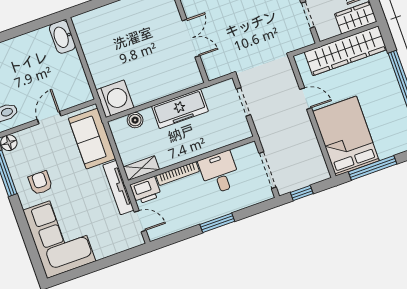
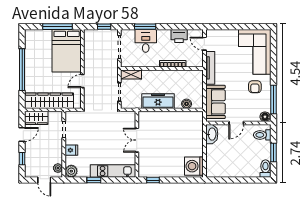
washbasin: (62, 37) -> (212, 134), moved
washing machine: (115, 99) -> (194, 166), moved
door: (306, 99) -> (82, 81), hinge flipped
shelving: (141, 168) -> (131, 74), moved
desk: (220, 173) -> (146, 41), moved, turned 180
printer: (146, 190) -> (179, 36), moved, turned 180
window: (217, 223) -> (145, 27), moved

